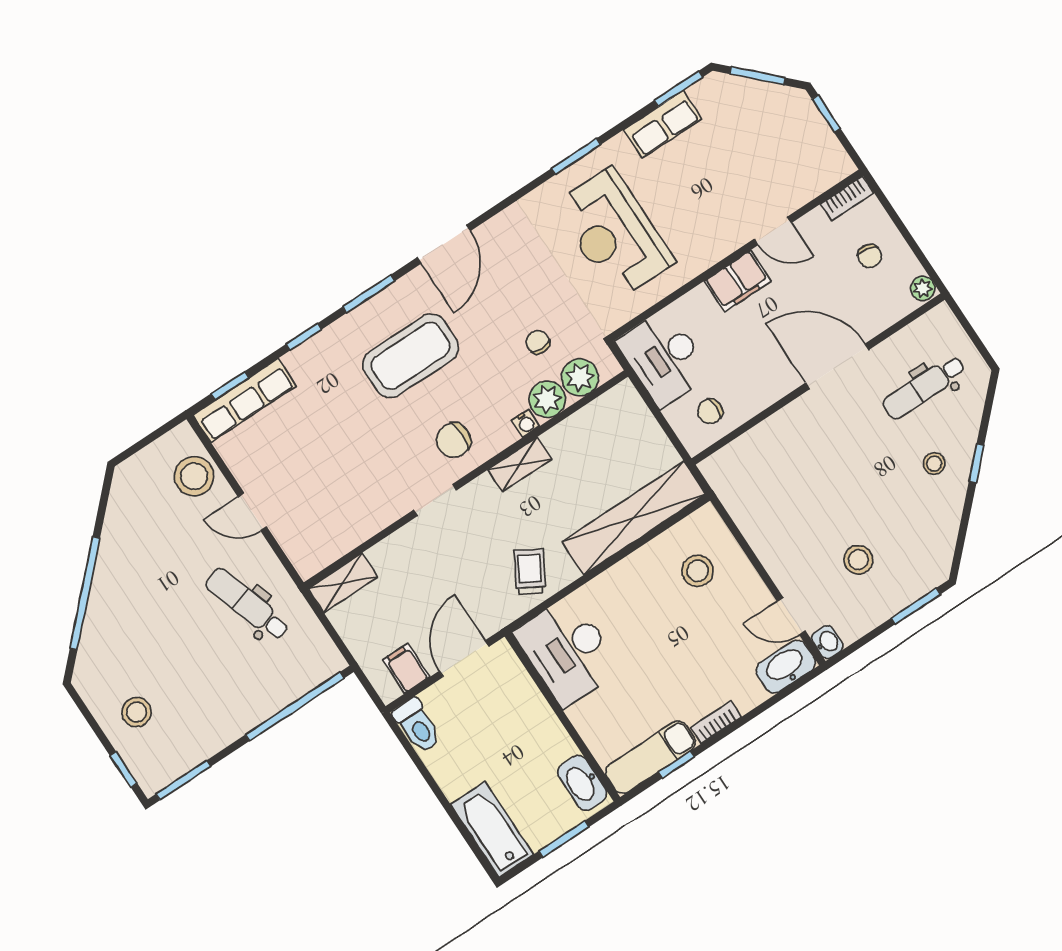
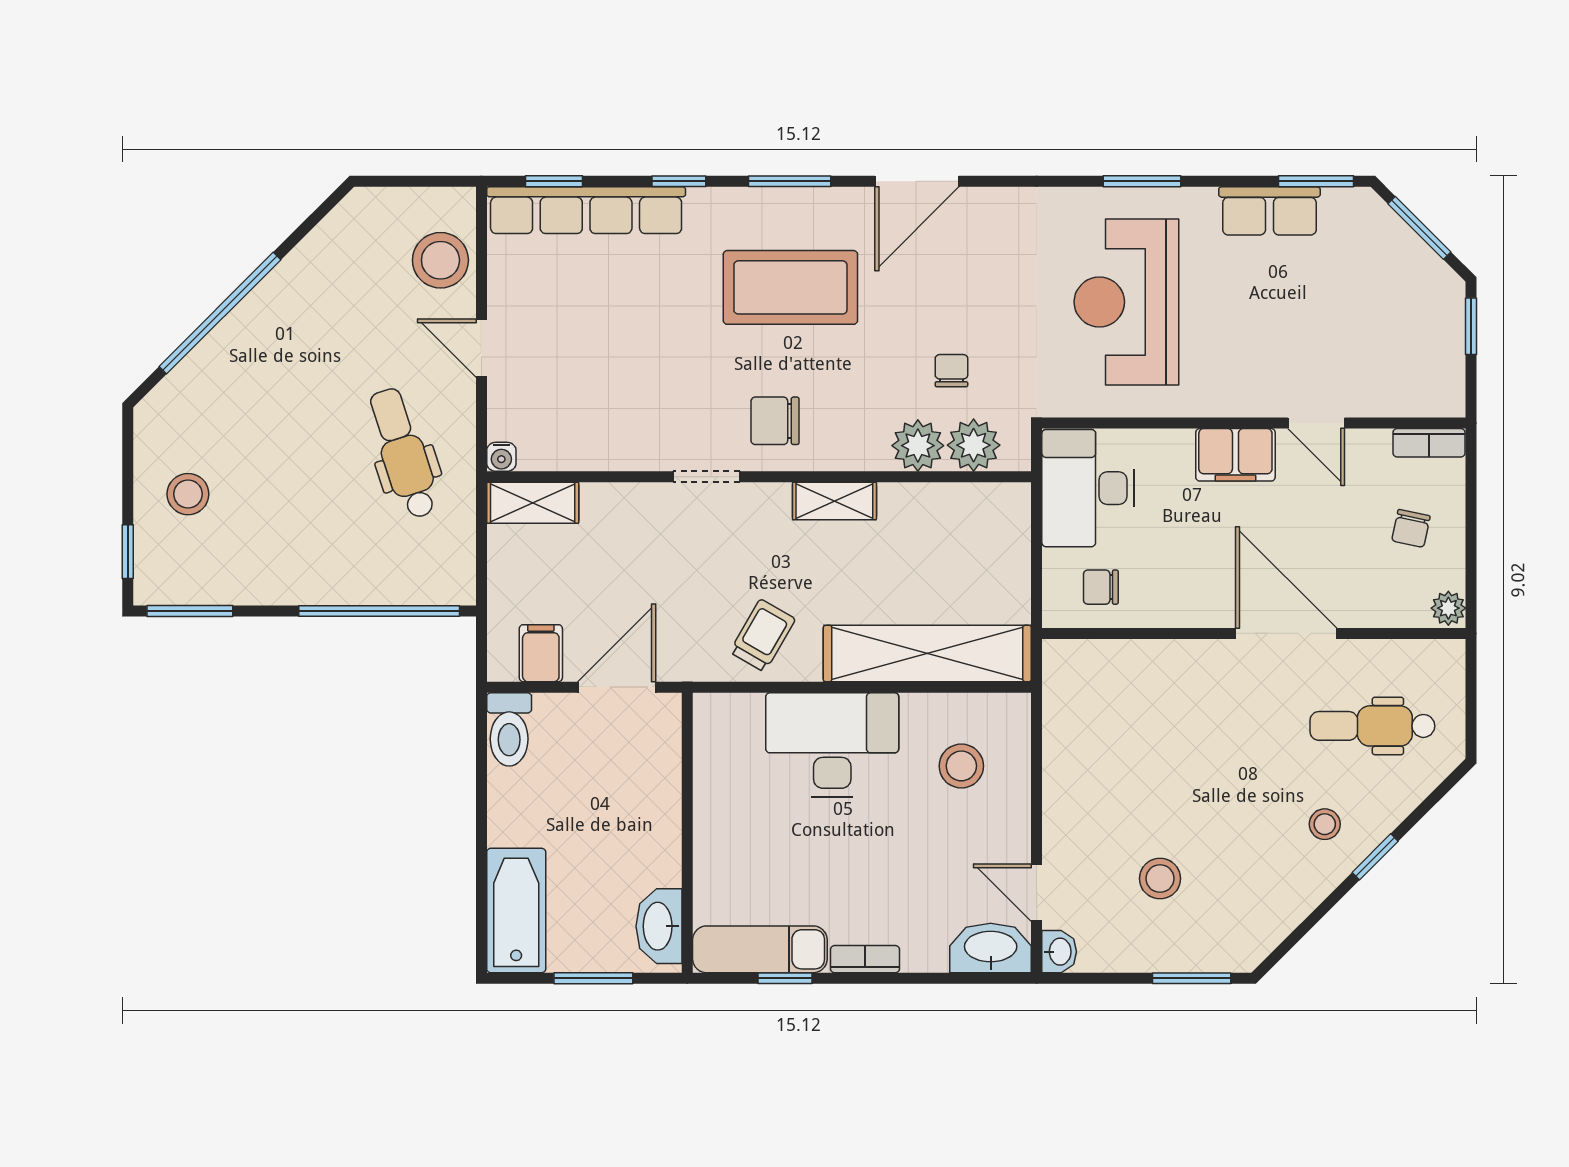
row of seats: (245, 400) -> (586, 210), width x1.36
water cooler: (526, 423) -> (501, 457), moved
desk: (567, 651) -> (832, 745), moved, turned 90

